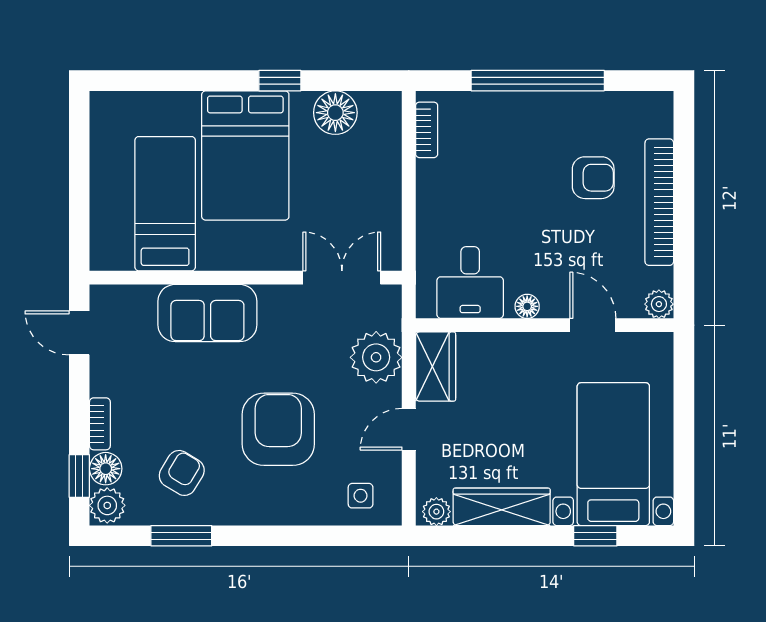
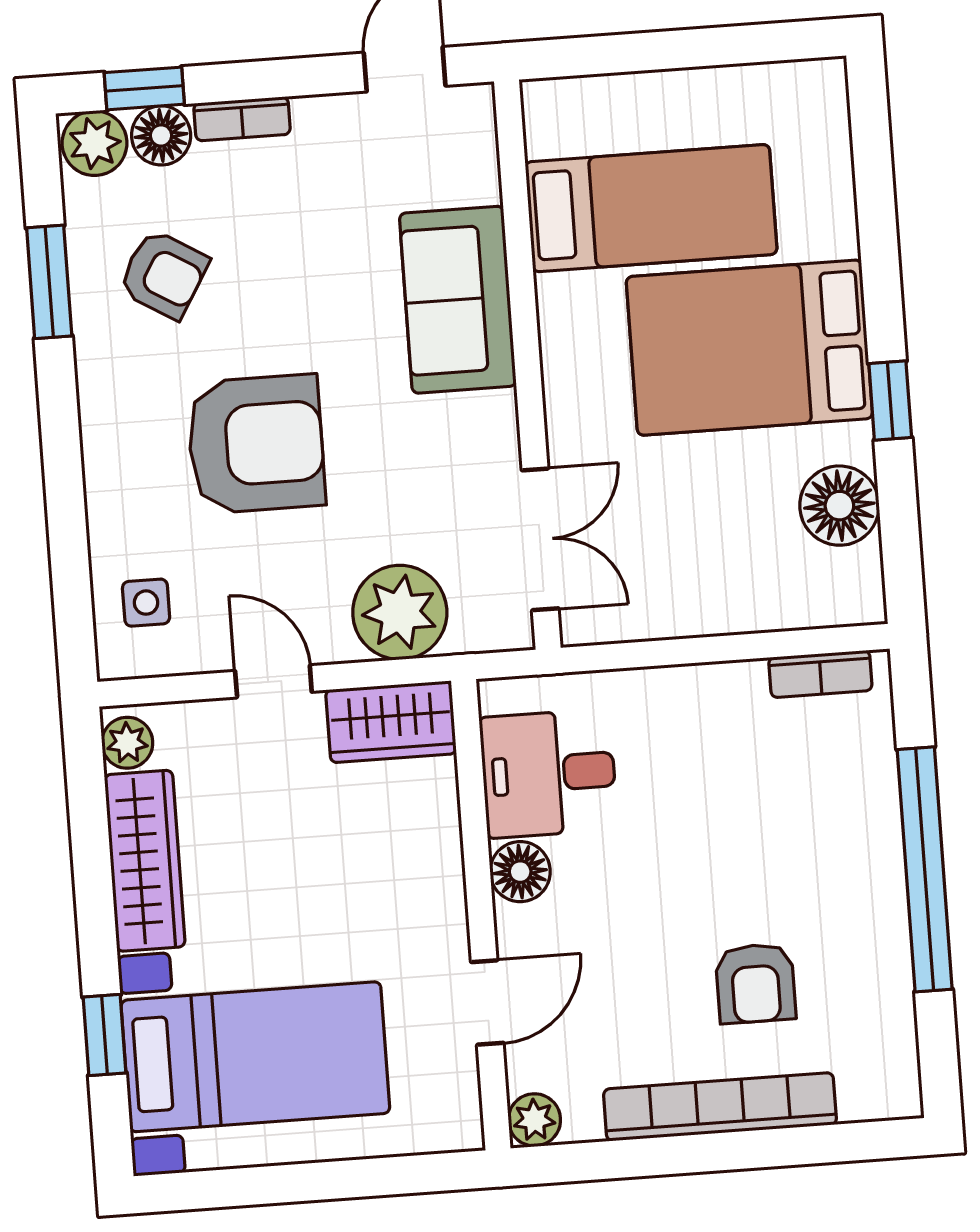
floor lamp: (527, 306) -> (520, 872), width x1.37, depth x1.37

